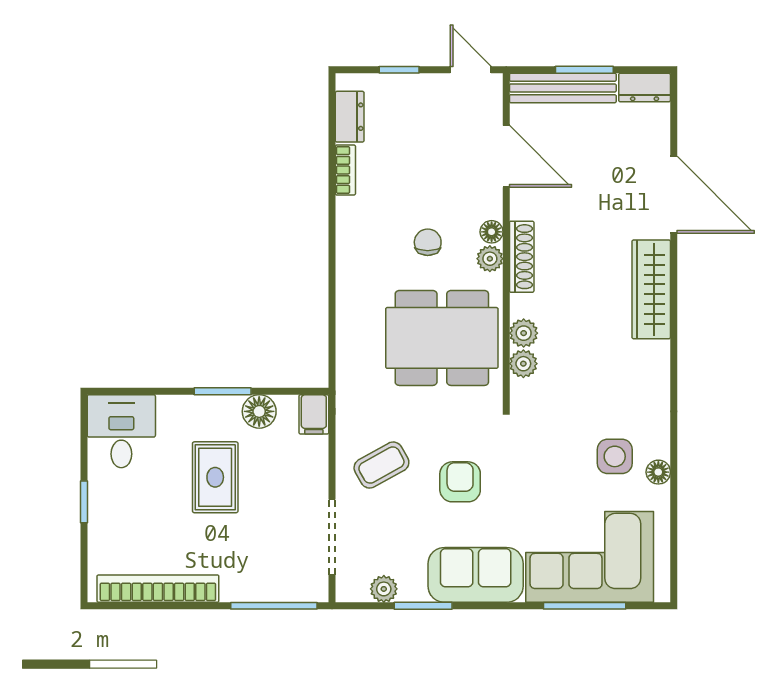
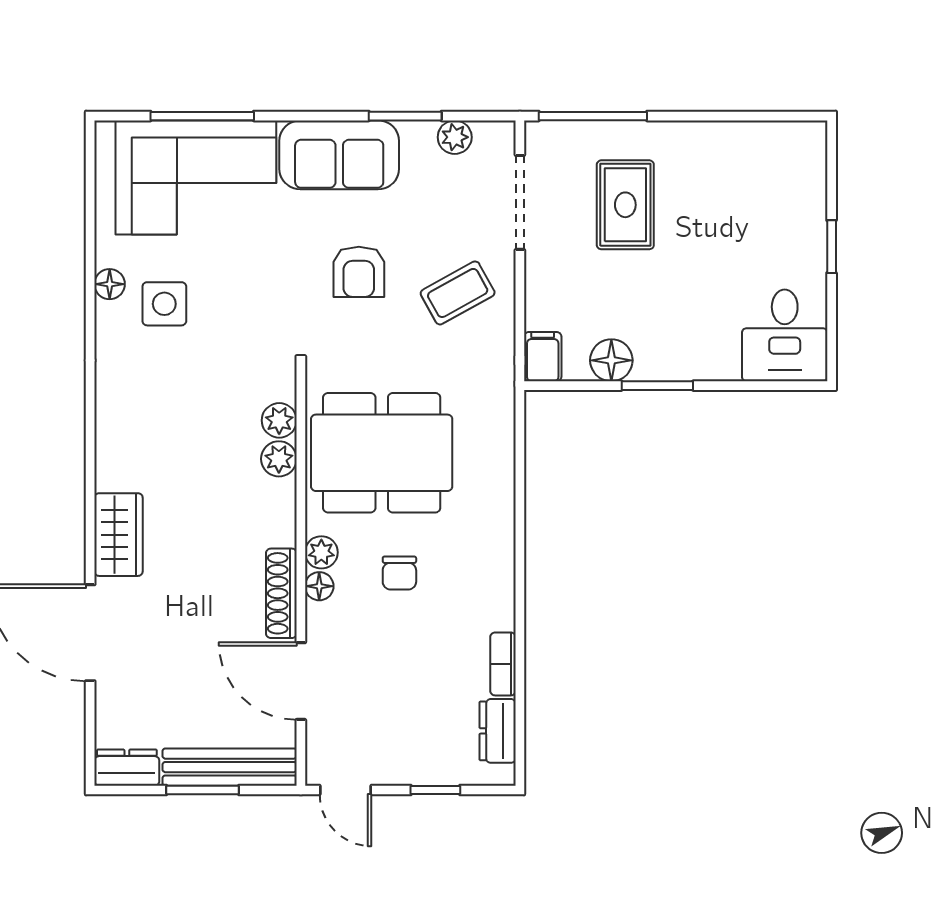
shoe rack: (522, 257) -> (281, 593), moved
wardrobe: (651, 289) -> (118, 535), width x0.67
rug: (215, 477) -> (625, 205), moved
bookcase: (158, 589) -> (739, 138), removed

